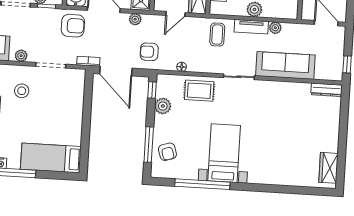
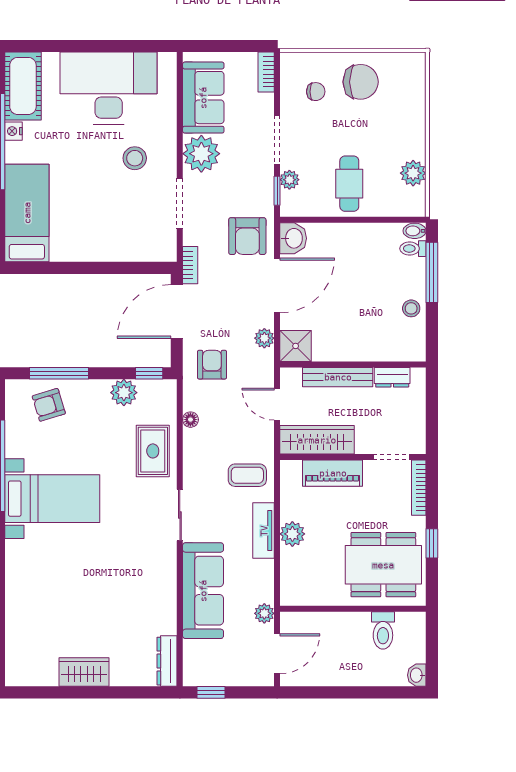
plant: (275, 28) -> (264, 613), moved
plant: (21, 56) -> (201, 154), width x1.88, depth x1.88
wardrobe: (328, 168) -> (84, 672), moved

